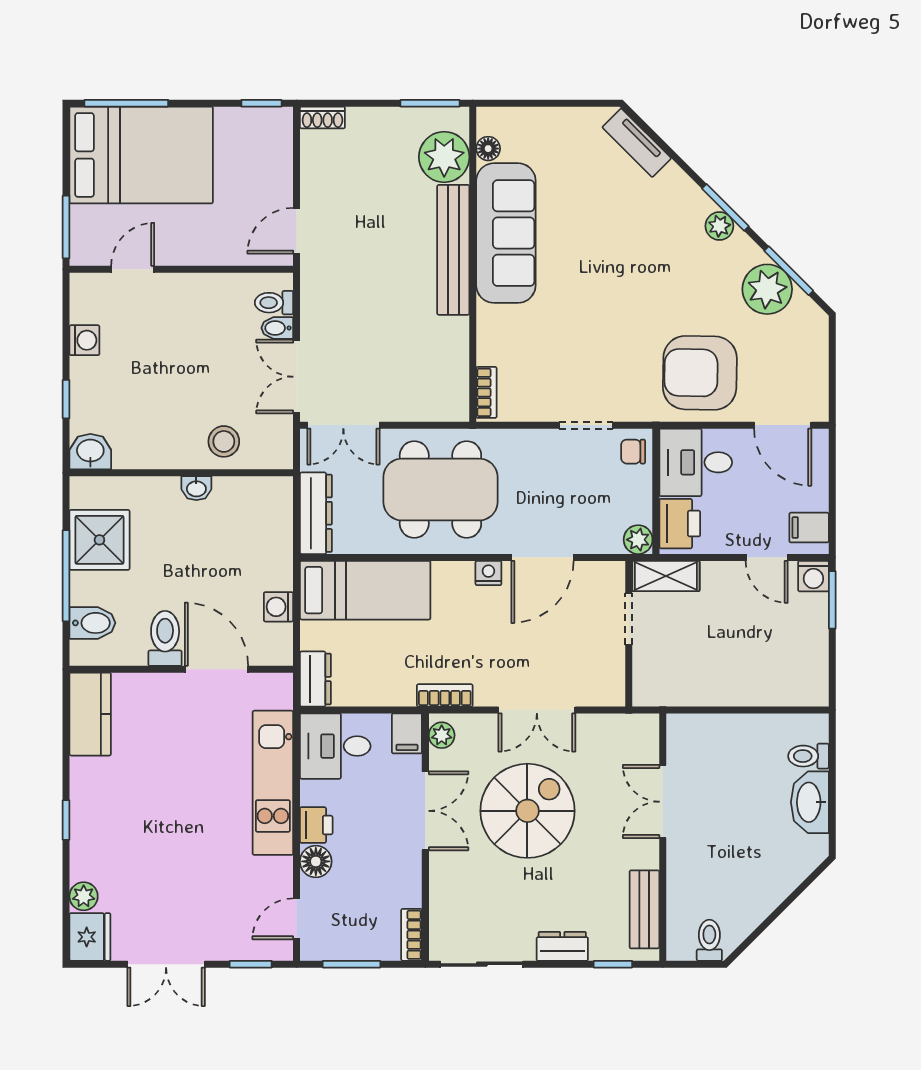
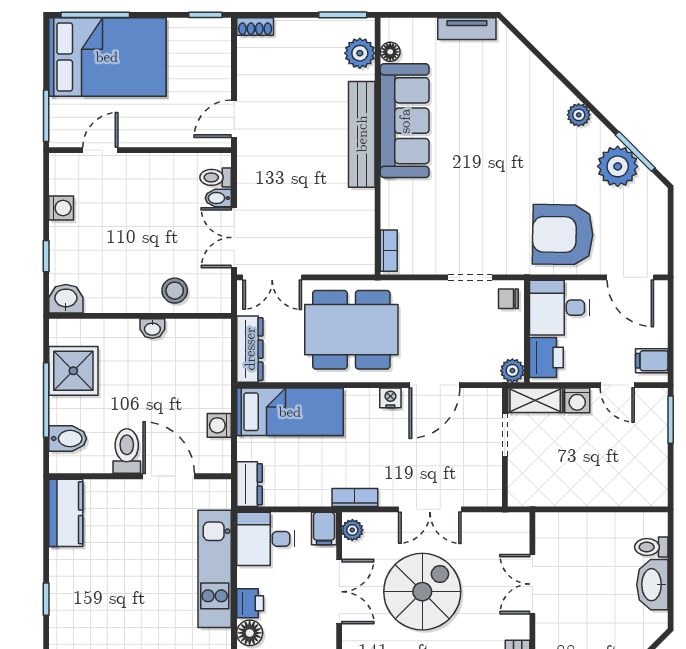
tv unit: (637, 143) -> (467, 29), moved, turned -45
plant: (444, 157) -> (360, 53), width x0.73, depth x0.73
window: (725, 207) -> (584, 100), removed
washing machine: (813, 576) -> (577, 400), moved

